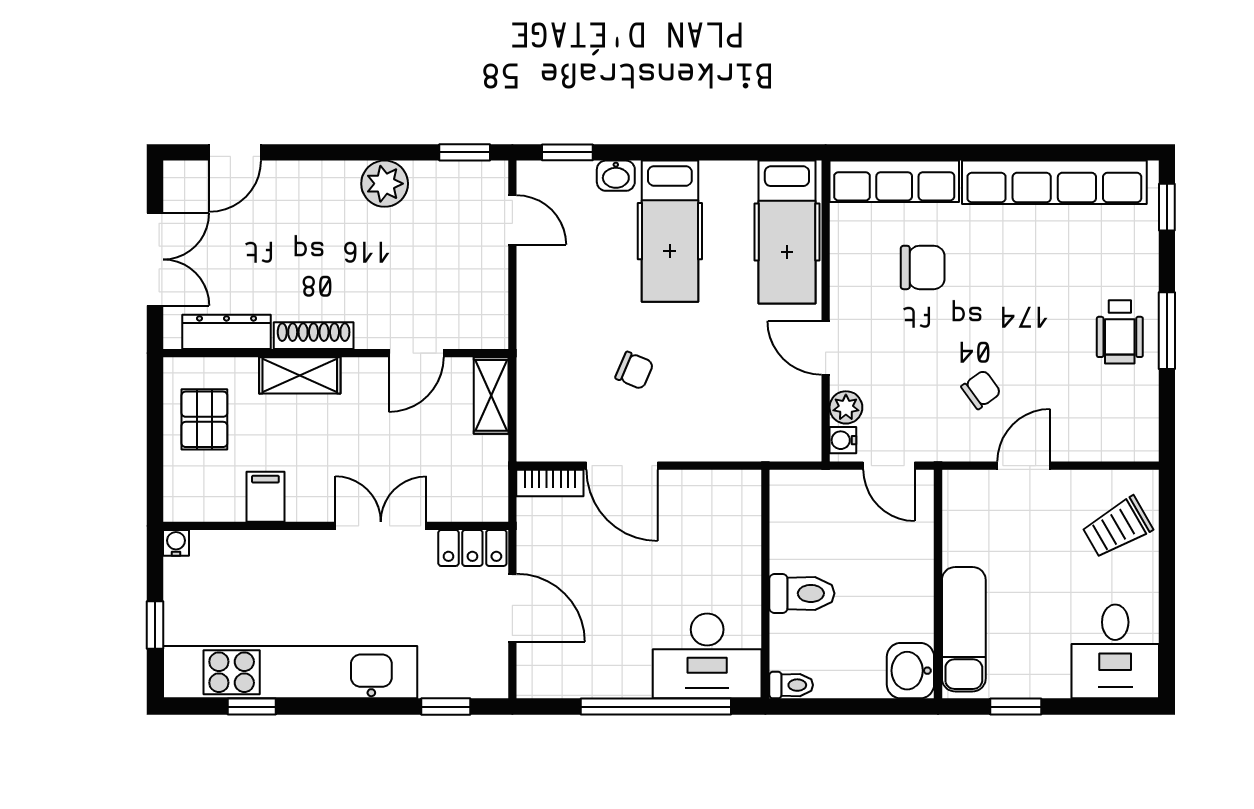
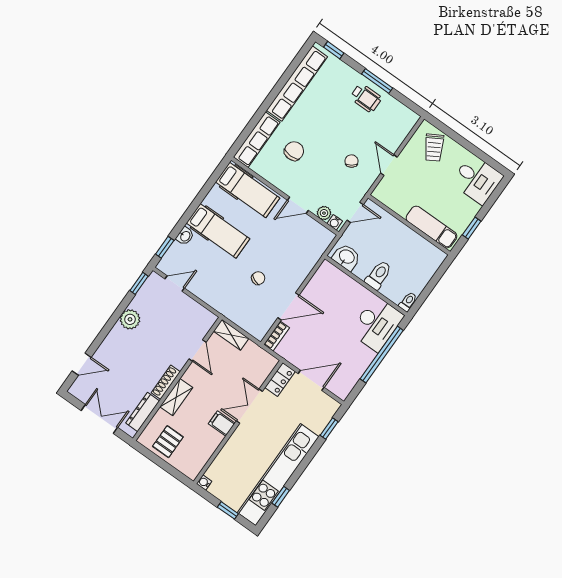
door: (235, 152) -> (82, 364), hinge flipped
pallet: (204, 419) -> (168, 442), turned 90
filing cabinet: (265, 497) -> (222, 423), moved
washbasin: (910, 671) -> (346, 257), moved, turned 180

